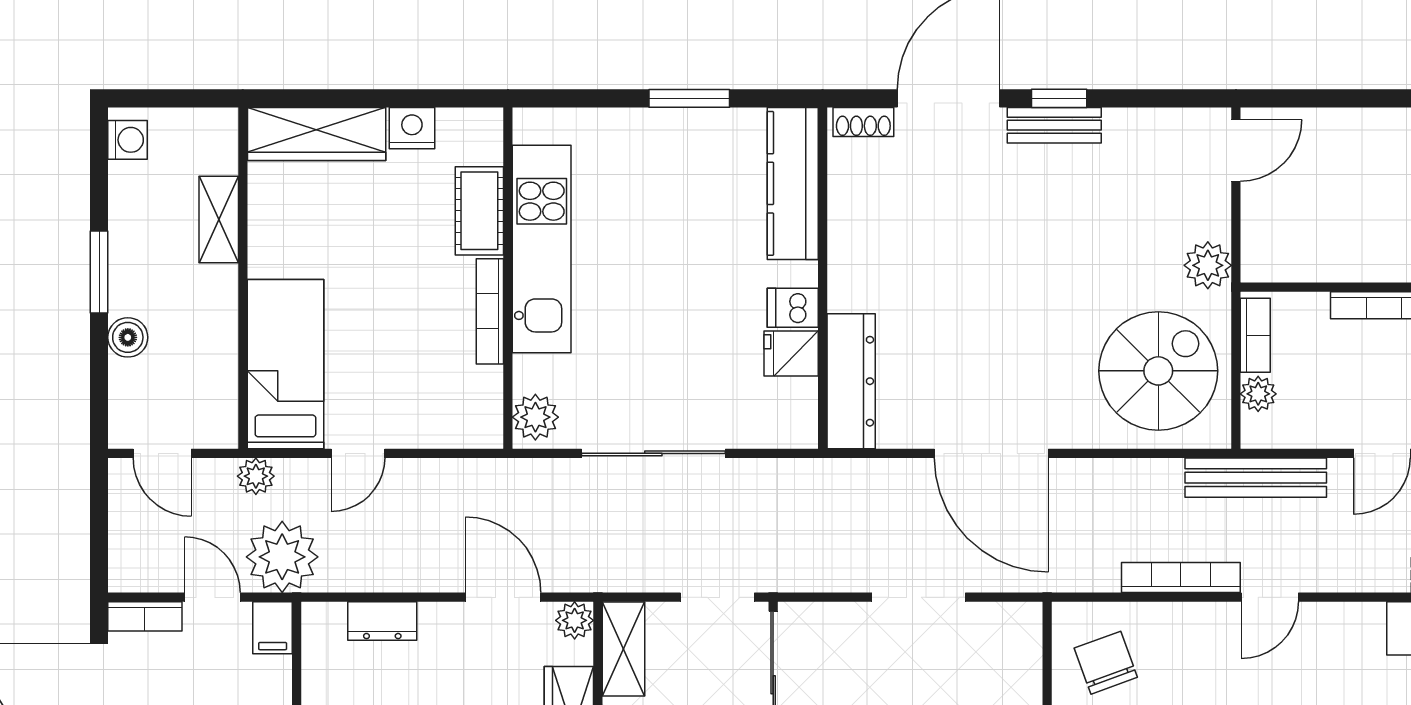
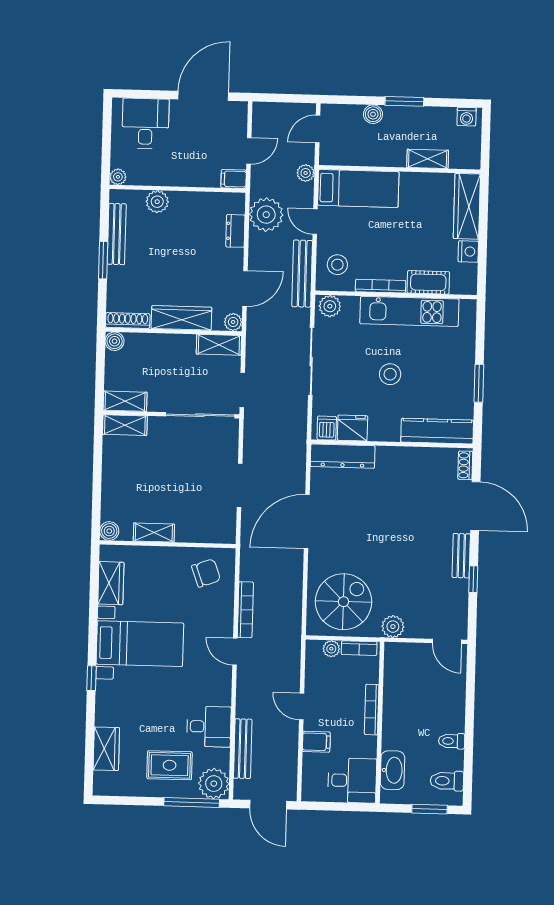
window: (1059, 98) -> (473, 579), moved
stool: (675, 286) -> (390, 374), added
dishwasher: (793, 308) -> (327, 428), moved
fridge: (791, 353) -> (352, 428), width x1.38
spiral stairs: (1158, 371) -> (343, 602), turned -90
stool: (447, 404) -> (337, 265), added
bench: (1256, 478) -> (302, 274), moved
plant: (282, 557) -> (266, 215), moved
bookcase: (145, 616) -> (241, 119), removed

